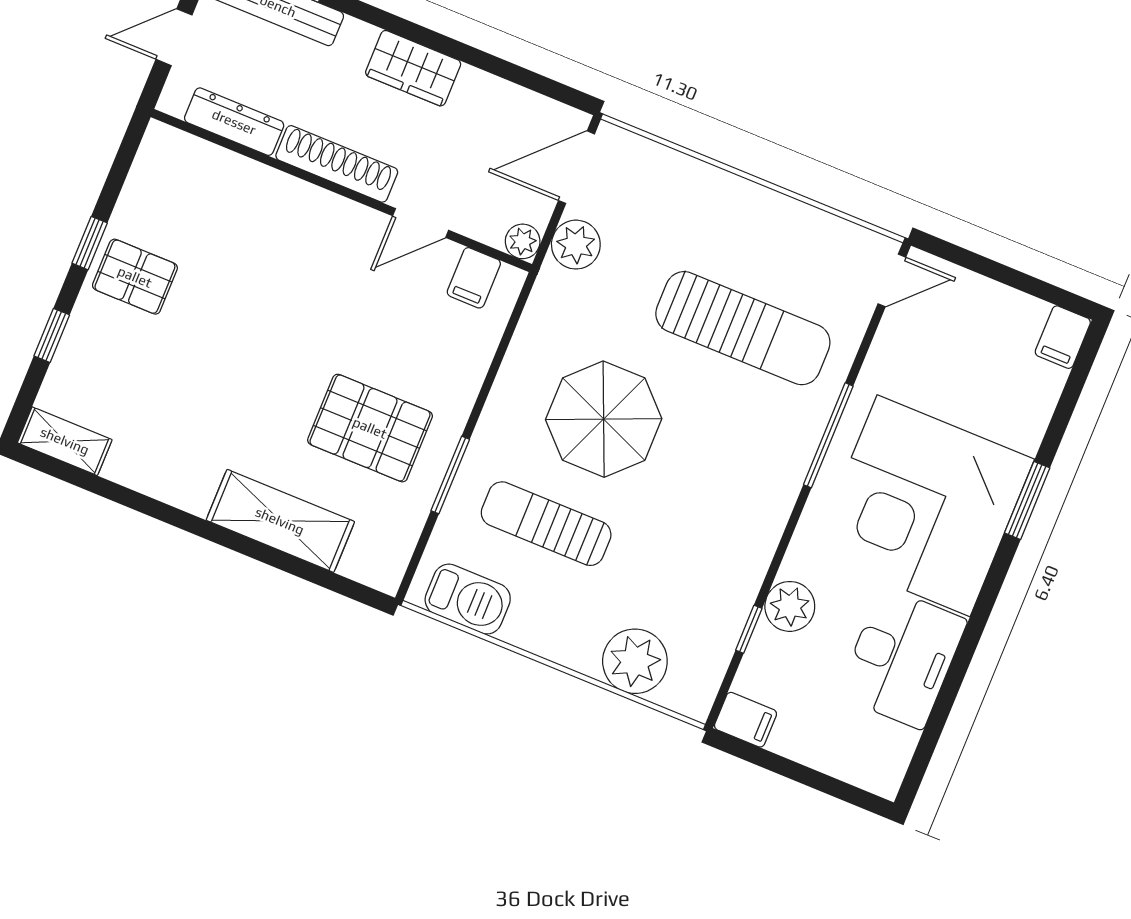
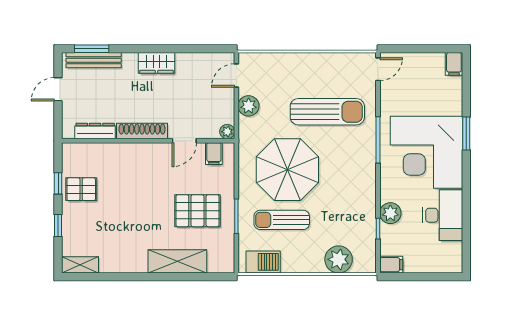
dresser: (234, 122) -> (95, 131), moved
shoe rack: (337, 164) -> (142, 131), moved
door: (576, 167) -> (236, 75), width x0.73
wall: (341, 191) -> (148, 141), moved
door: (421, 223) -> (184, 141), moved
plant: (523, 241) -> (227, 132), moved
filing cabinet: (474, 278) -> (214, 154), moved
parasol: (604, 419) -> (287, 170), width x1.36, depth x1.36

